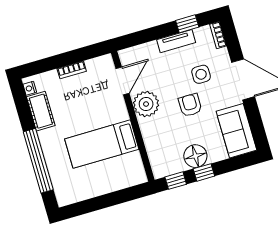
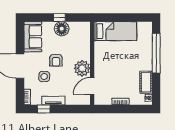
bed: (102, 144) -> (115, 31), moved
window: (176, 181) -> (78, 18), removed

